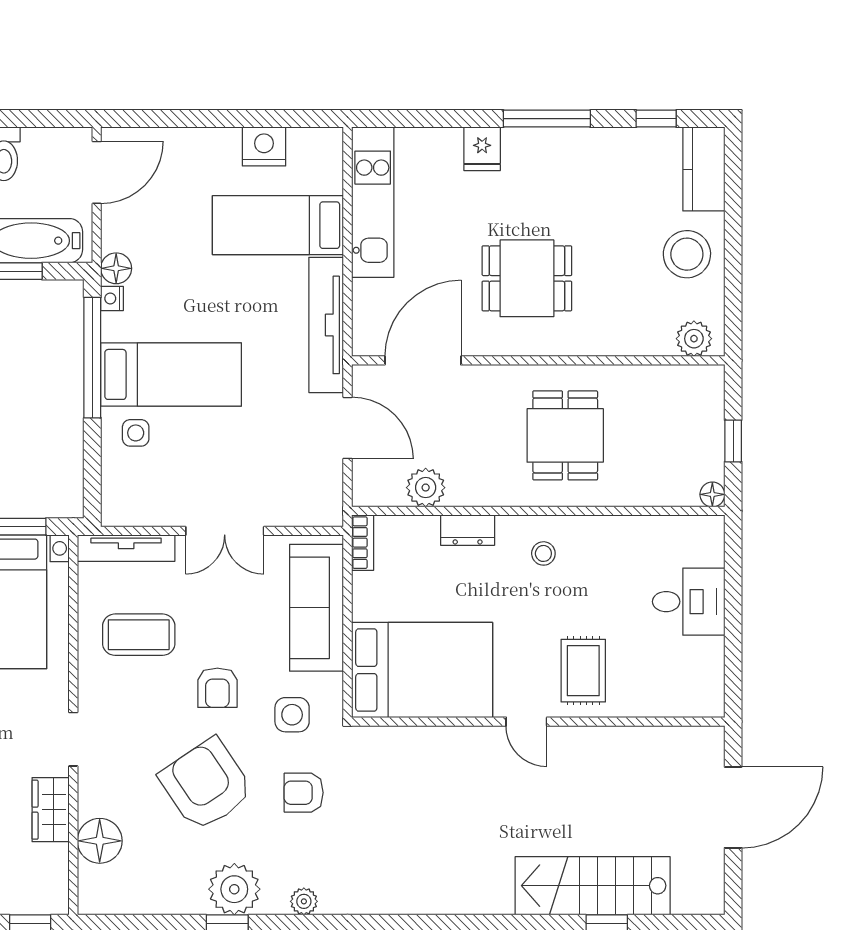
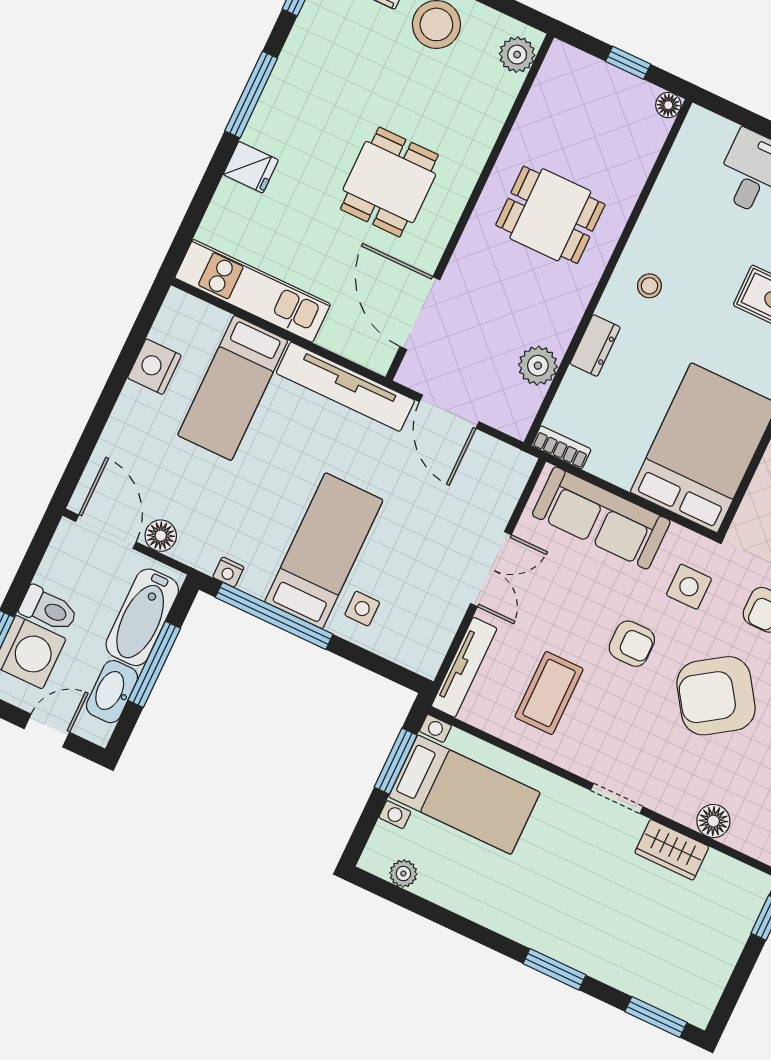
floor lamp: (116, 268) -> (161, 536), moved
door: (348, 428) -> (449, 412), swing flipped
floor lamp: (100, 841) -> (713, 821), width x0.73, depth x0.73

